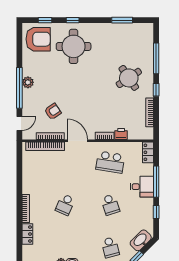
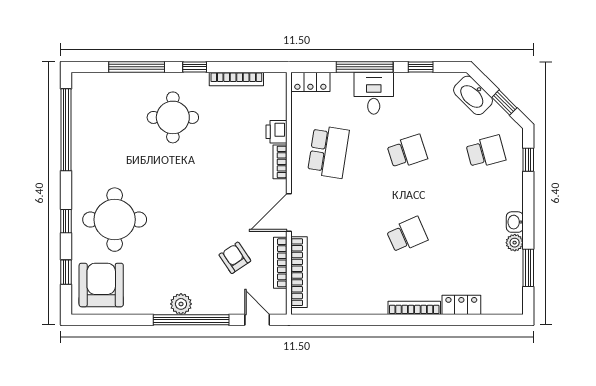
window: (122, 20) -> (66, 130), width x2.11
round table: (129, 78) -> (173, 117), turned 34
school desk: (65, 205) -> (407, 235), turned -48

